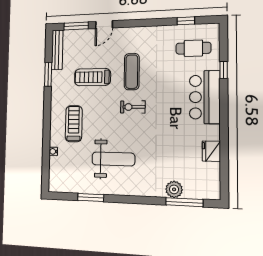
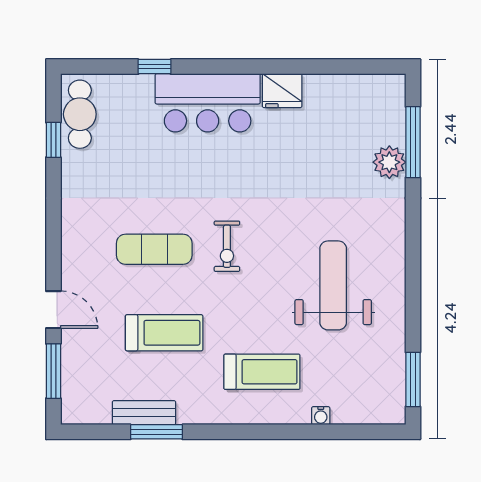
cafe table: (193, 48) -> (80, 114), moved
bench: (57, 50) -> (144, 413), moved, width x0.73
treadmill: (92, 77) -> (164, 333), turned -90
treadmill: (74, 124) -> (262, 372), turned 180
fridge: (211, 151) -> (282, 91), moved
window: (91, 198) -> (413, 379), moved

